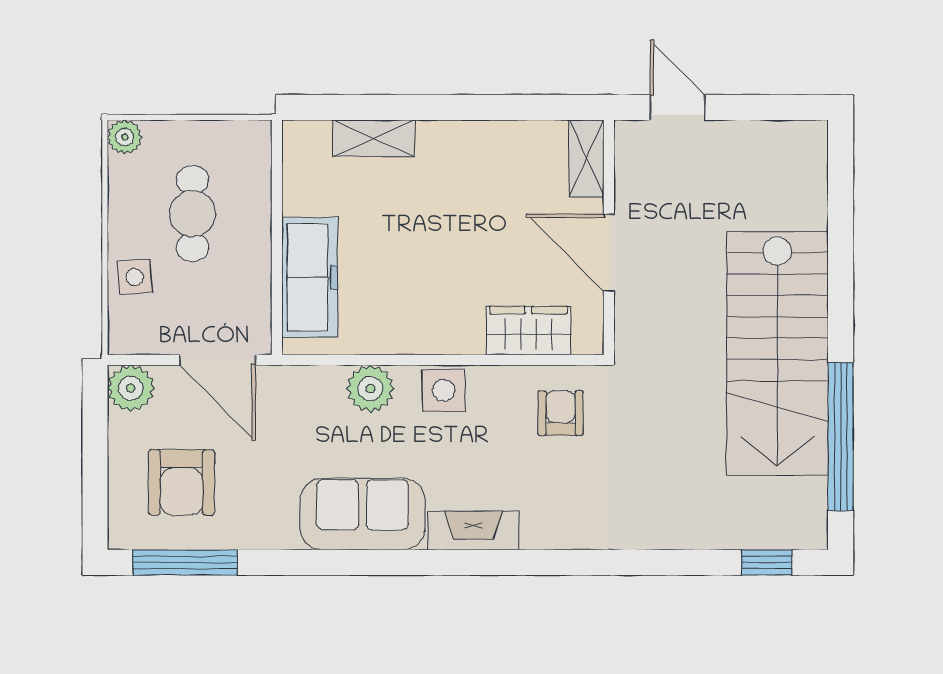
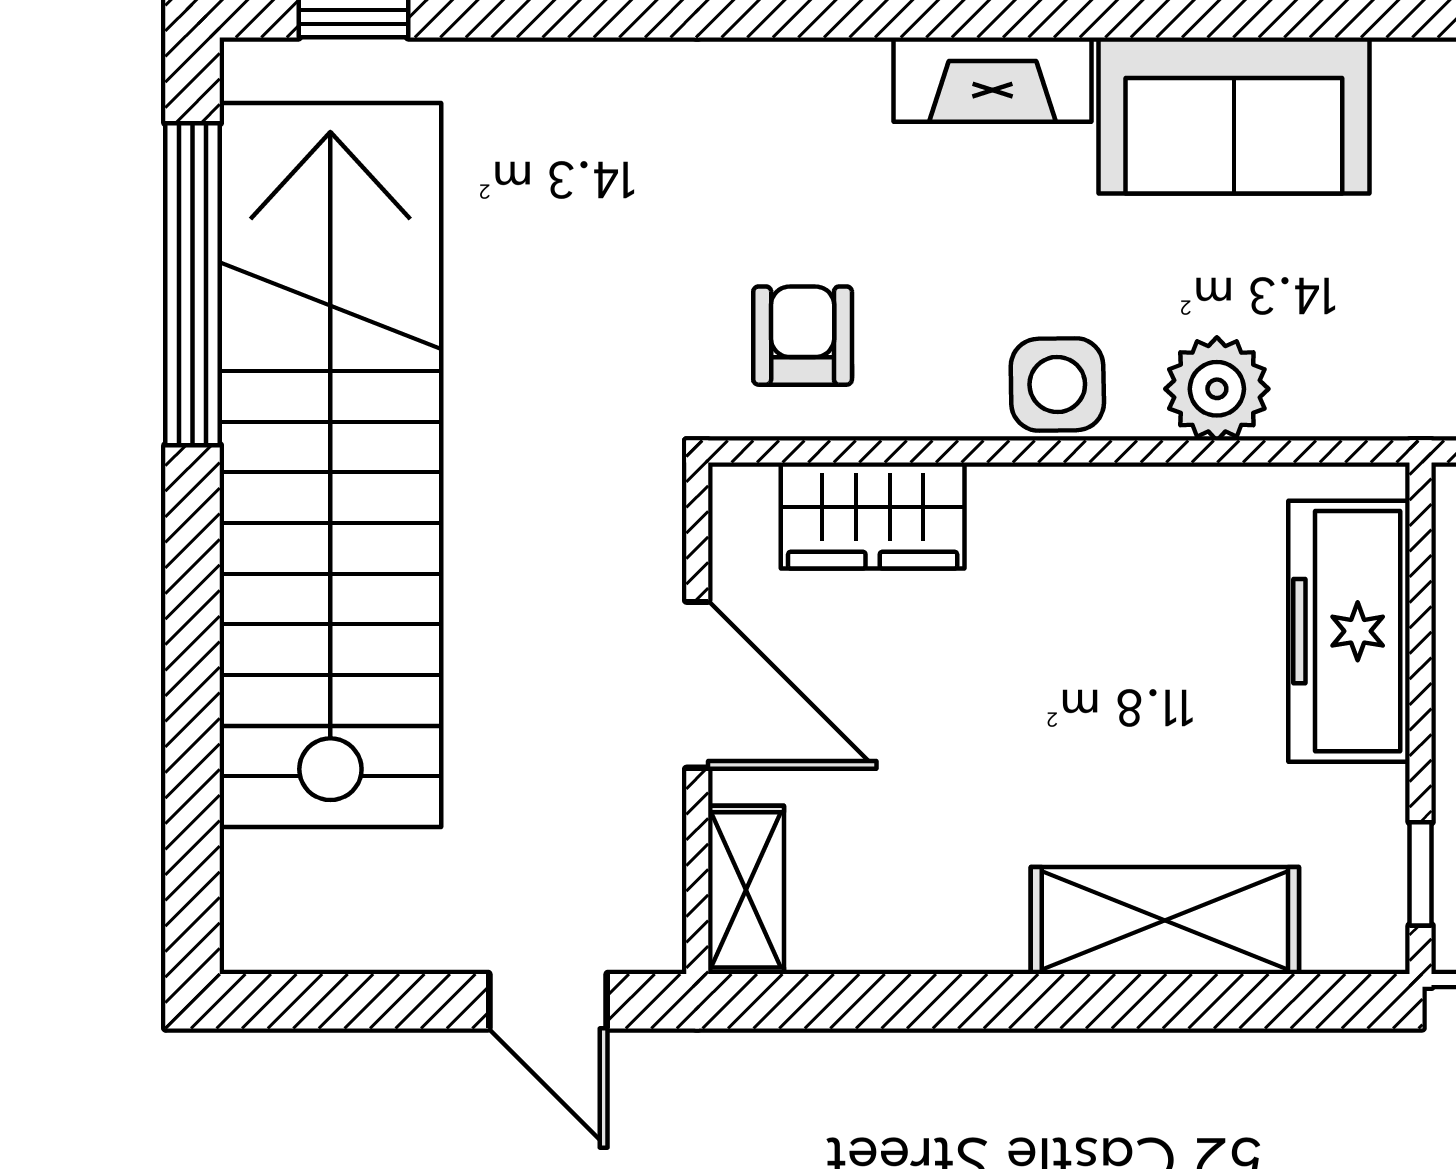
shelving: (374, 138) -> (1165, 920), width x1.50, depth x1.33
window: (277, 166) -> (1421, 874), added
stairs: (777, 354) -> (330, 465), width x1.36
armchair: (561, 413) -> (803, 336), turned 180

